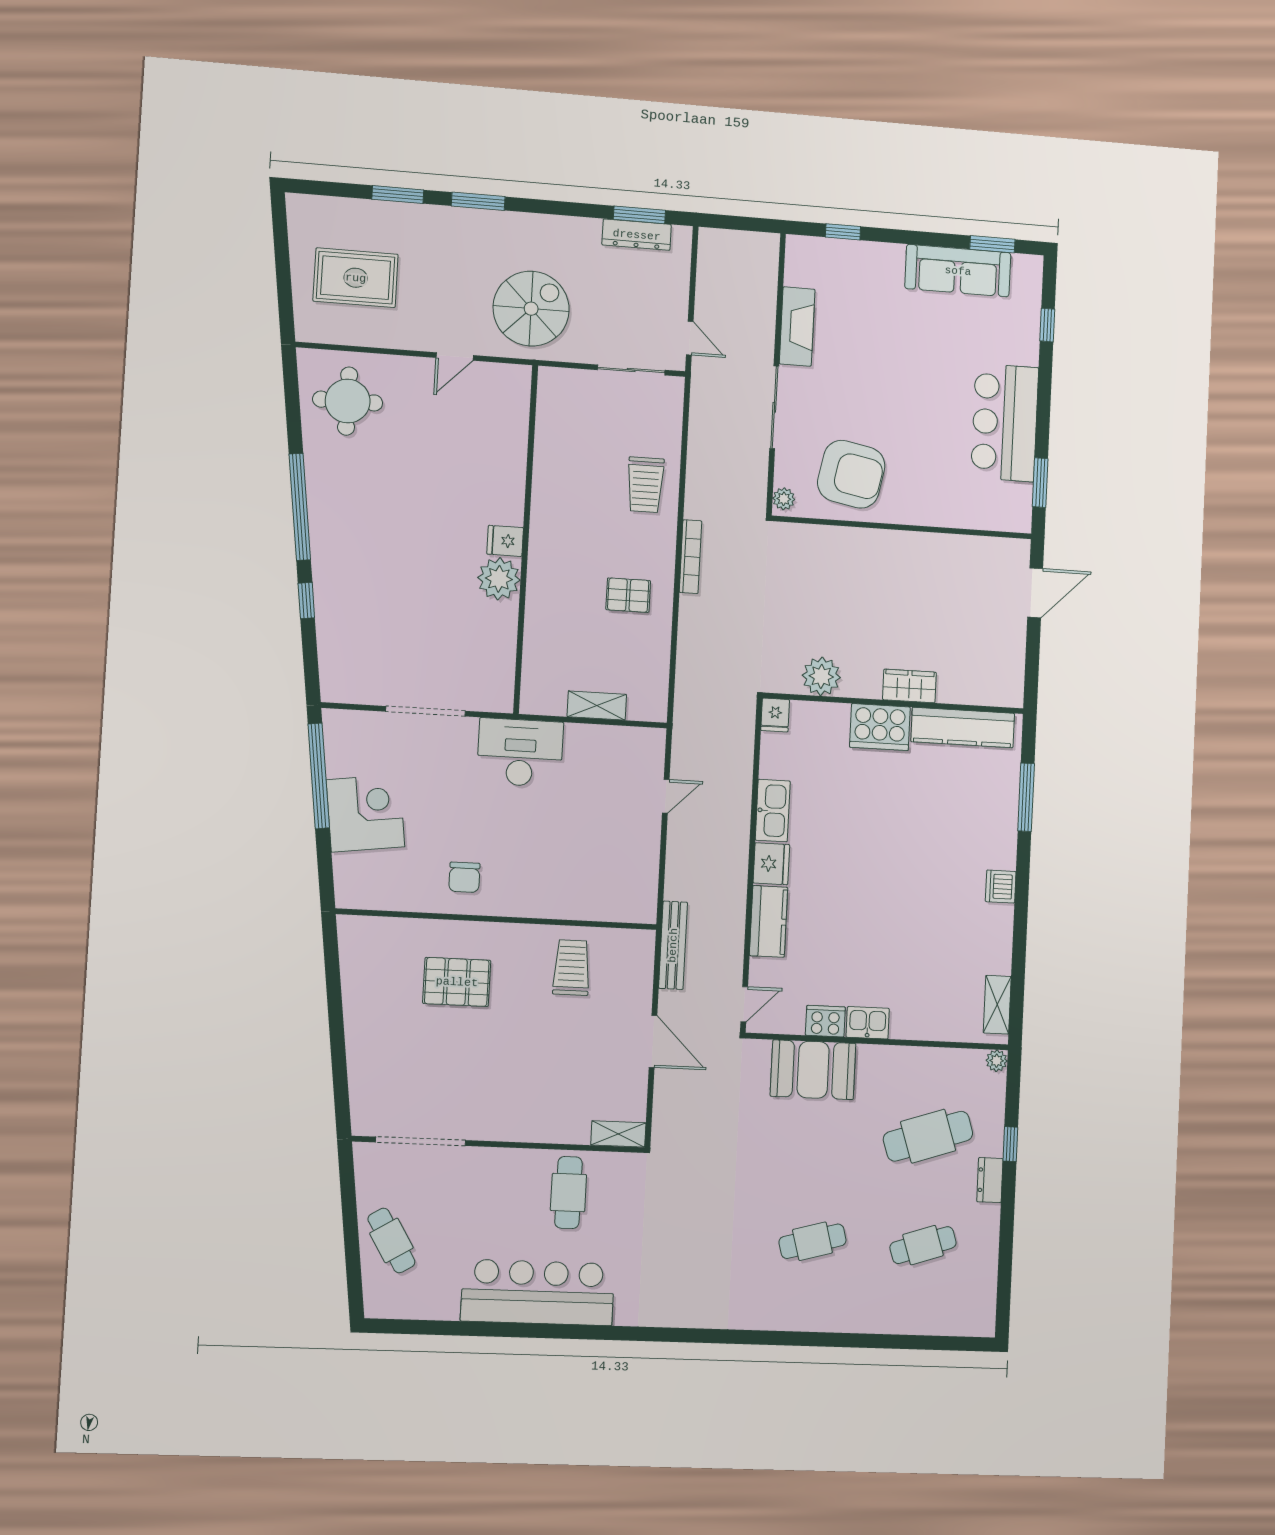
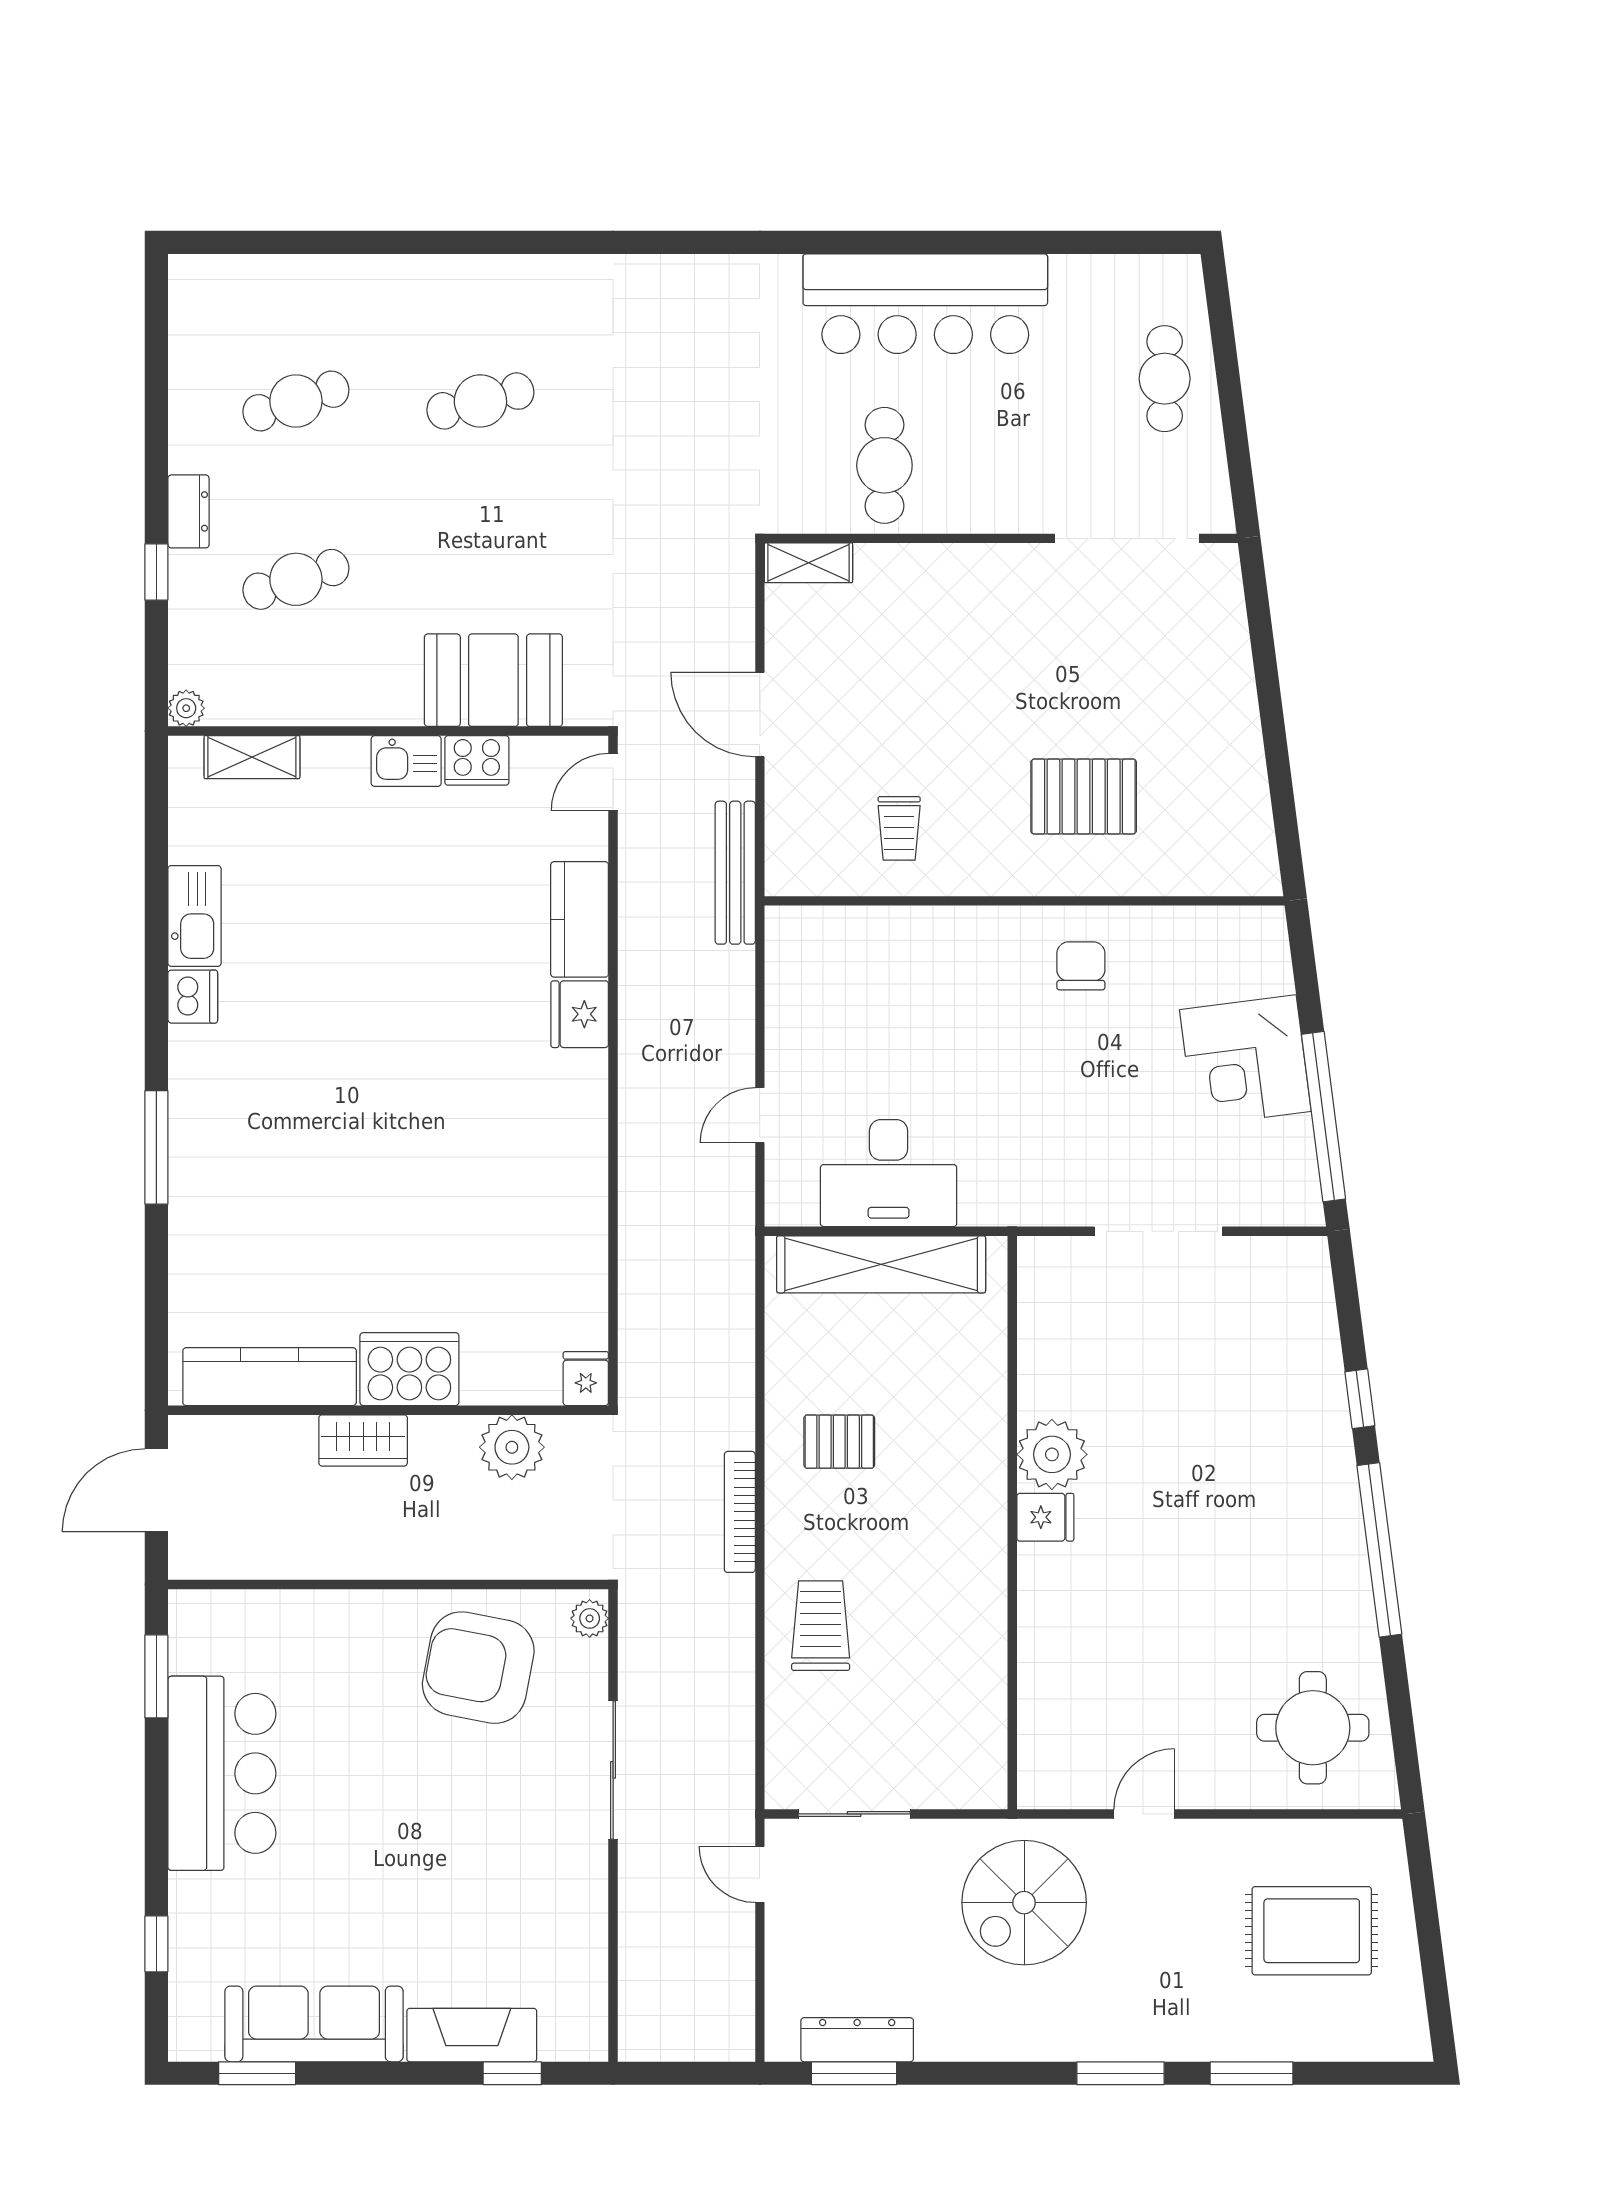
fireplace: (797, 327) -> (472, 2035), moved, turned 90
plant: (821, 676) -> (512, 1447), moved
wardrobe: (909, 686) -> (363, 1440), moved
wall: (894, 703) -> (388, 1410), moved
shelving: (597, 706) -> (881, 1264), width x2.20, depth x1.33
fridge: (775, 715) -> (586, 1379), moved
cooker: (880, 727) -> (409, 1369), moved
kitchen counter: (963, 727) -> (270, 1377), moved
desk: (520, 753) -> (889, 1173), moved
kitchen sink: (773, 811) -> (195, 916), moved, turned 180
trolley: (572, 968) -> (899, 828), width x0.73, depth x0.72
shelving: (997, 1005) -> (252, 757), moved, turned 90
cafe table: (928, 1136) -> (296, 579), width x0.73, depth x0.74
cafe table: (391, 1240) -> (1165, 379), turned 31

